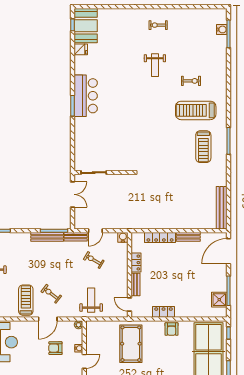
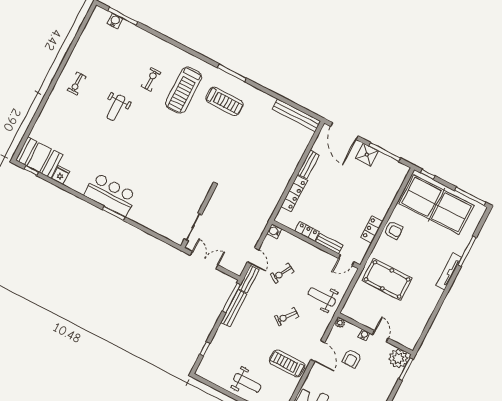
weight bench: (155, 65) -> (116, 108), turned 90
exercise bike: (51, 294) -> (287, 317), moved
shower: (219, 300) -> (367, 155), moved

